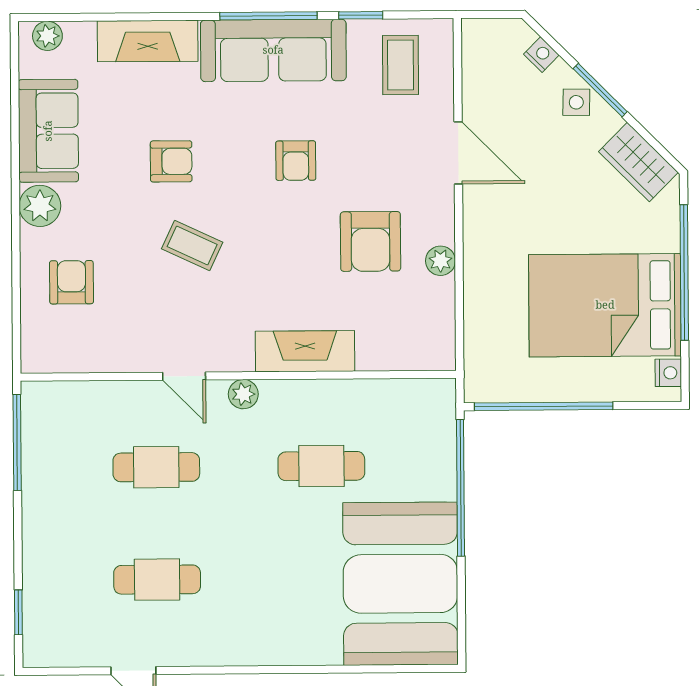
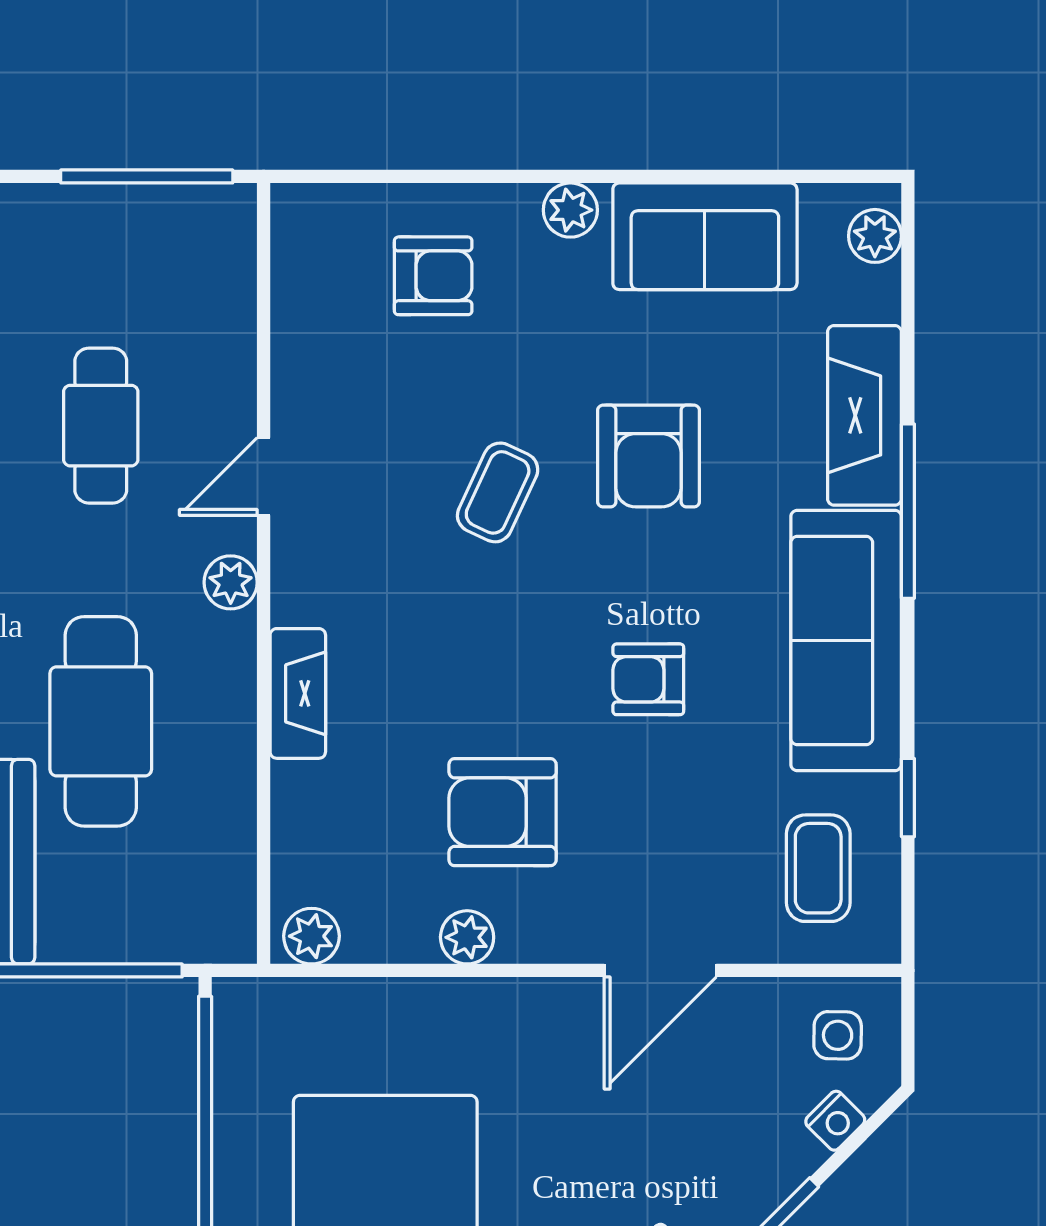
window: (268, 16) -> (908, 511), moved
coffee table: (401, 65) -> (818, 868), turned 90
side table: (576, 102) -> (838, 1035), moved
armchair: (171, 161) -> (649, 456), width x1.38, depth x1.38
plant: (40, 206) -> (570, 210), width x0.73, depth x0.73
plant: (440, 348) -> (311, 936), added
fireplace: (305, 351) -> (298, 693), width x0.73, depth x0.76
cafe table: (321, 466) -> (101, 721), width x1.37, depth x1.35

